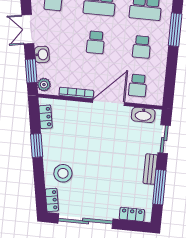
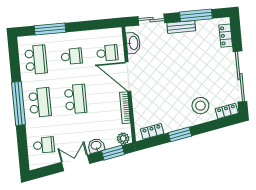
double door: (28, 29) -> (76, 163), swing flipped
school desk: (96, 42) -> (76, 99), width x1.85

